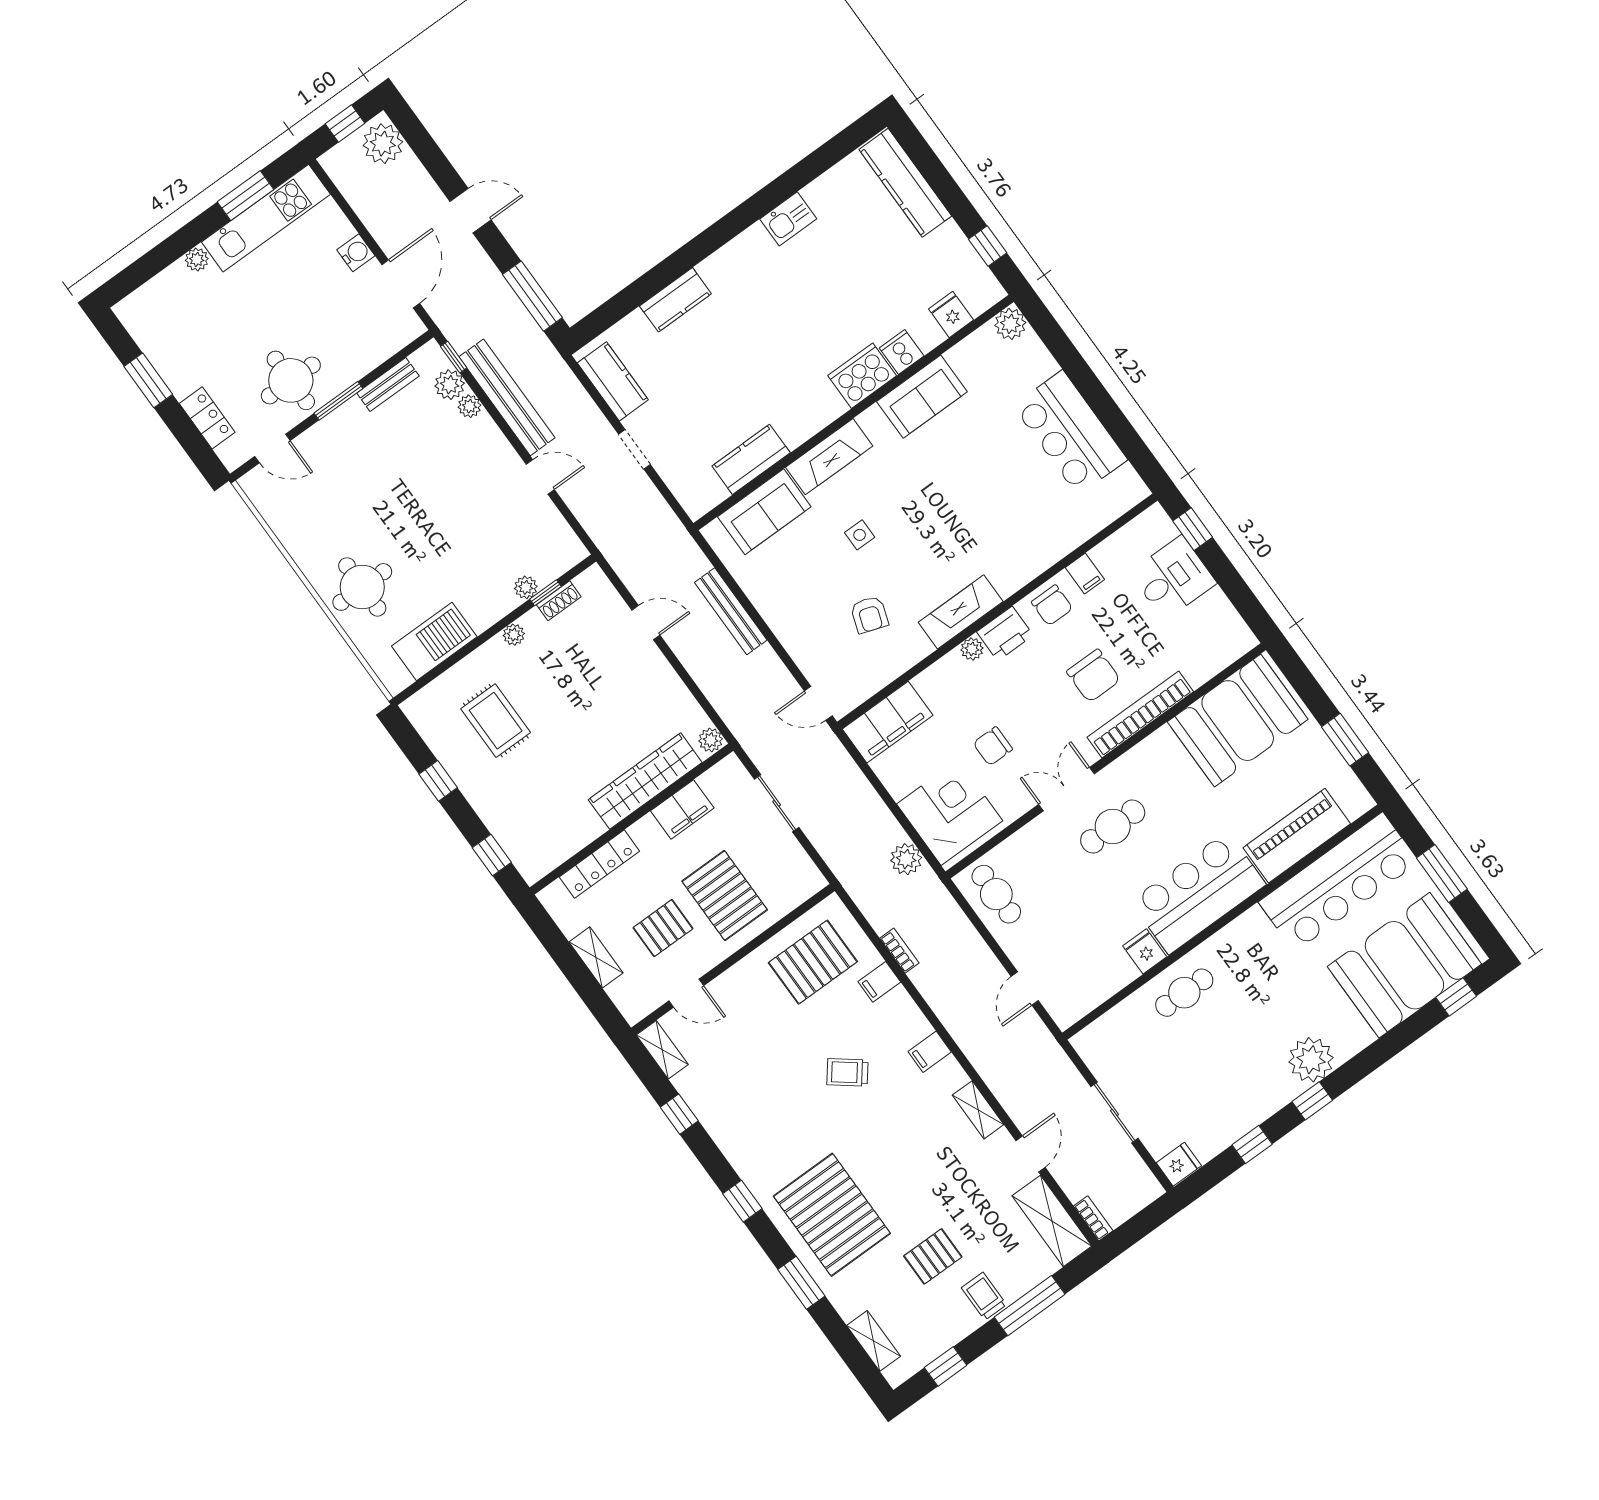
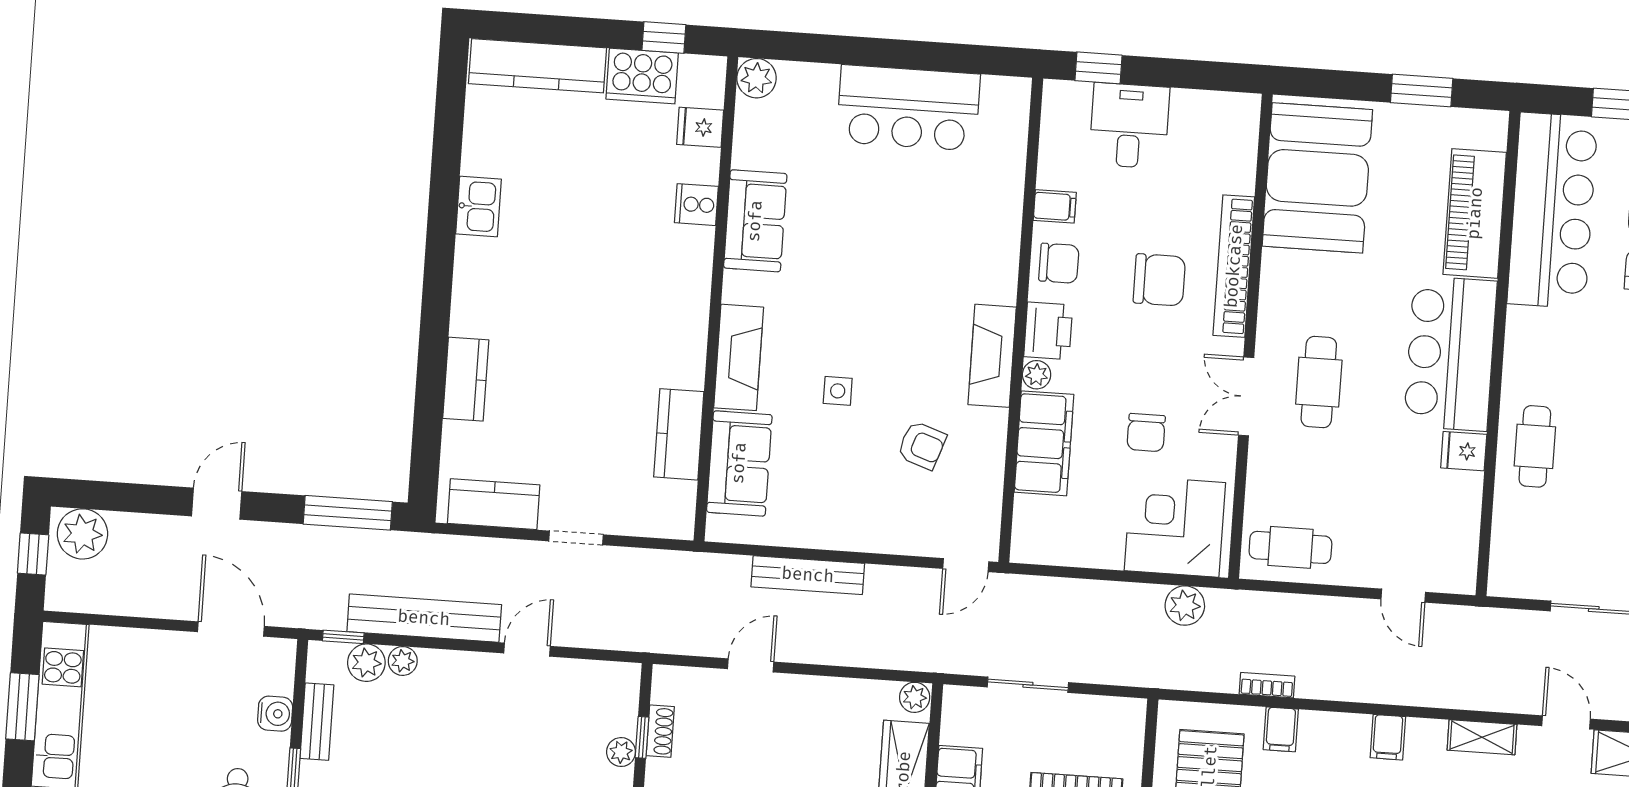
water cooler: (356, 253) -> (275, 714), moved, turned 90
cooker: (862, 376) -> (642, 76), moved, turned -90
filing cabinet: (888, 722) -> (1044, 443), moved

